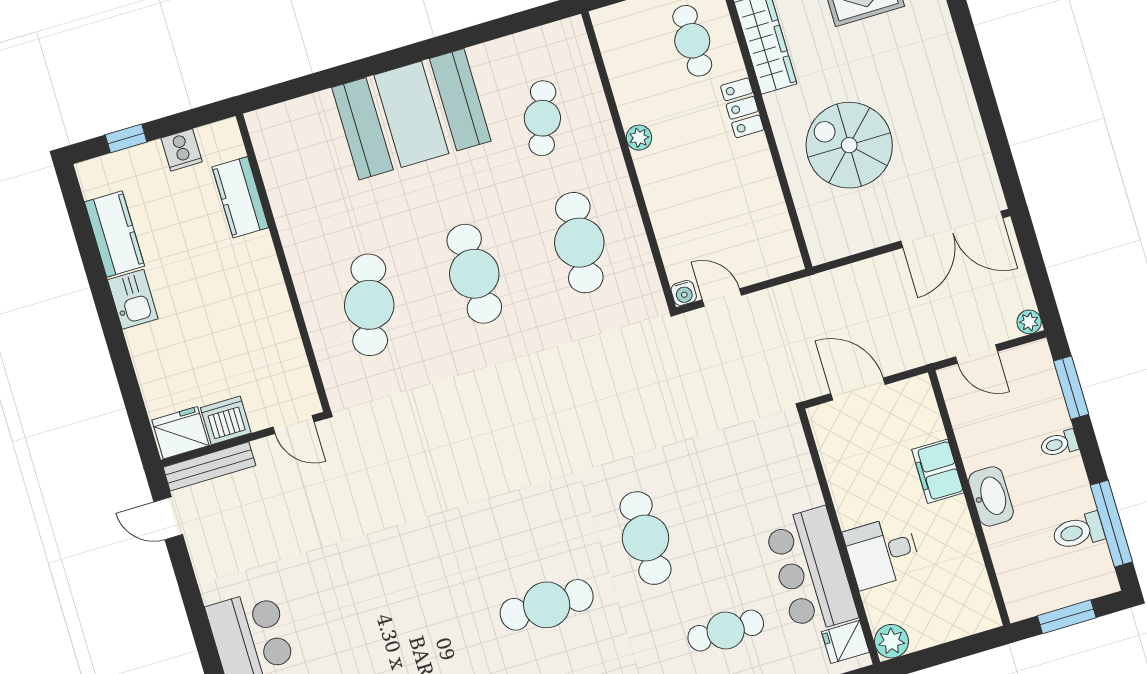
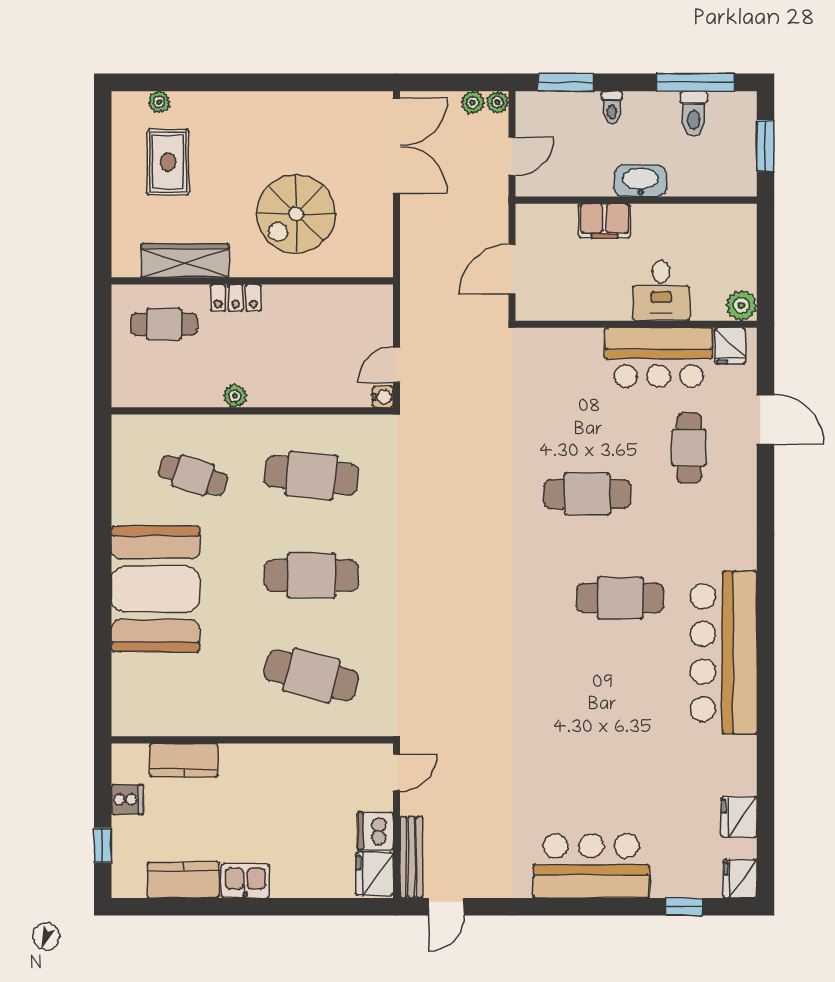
plant: (1021, 296) -> (473, 103), added
cafe table: (547, 605) -> (620, 598), turned 90

